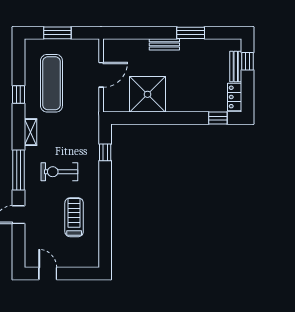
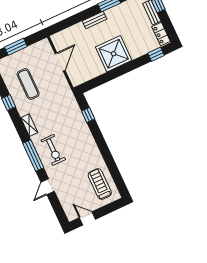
exercise mat: (51, 83) -> (28, 84), width x0.73, depth x0.69
shower: (148, 94) -> (114, 54), moved
exercise bike: (59, 172) -> (53, 150), moved, turned -90
treadmill: (74, 217) -> (100, 184), moved

